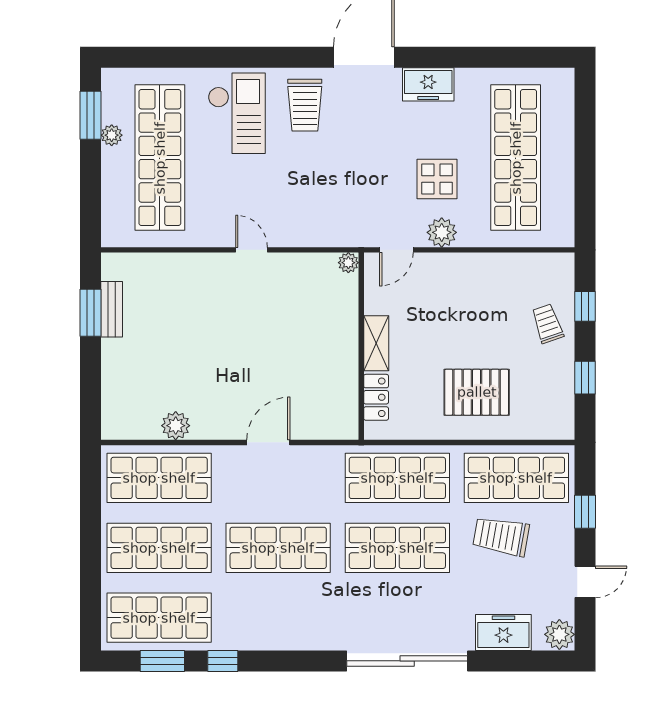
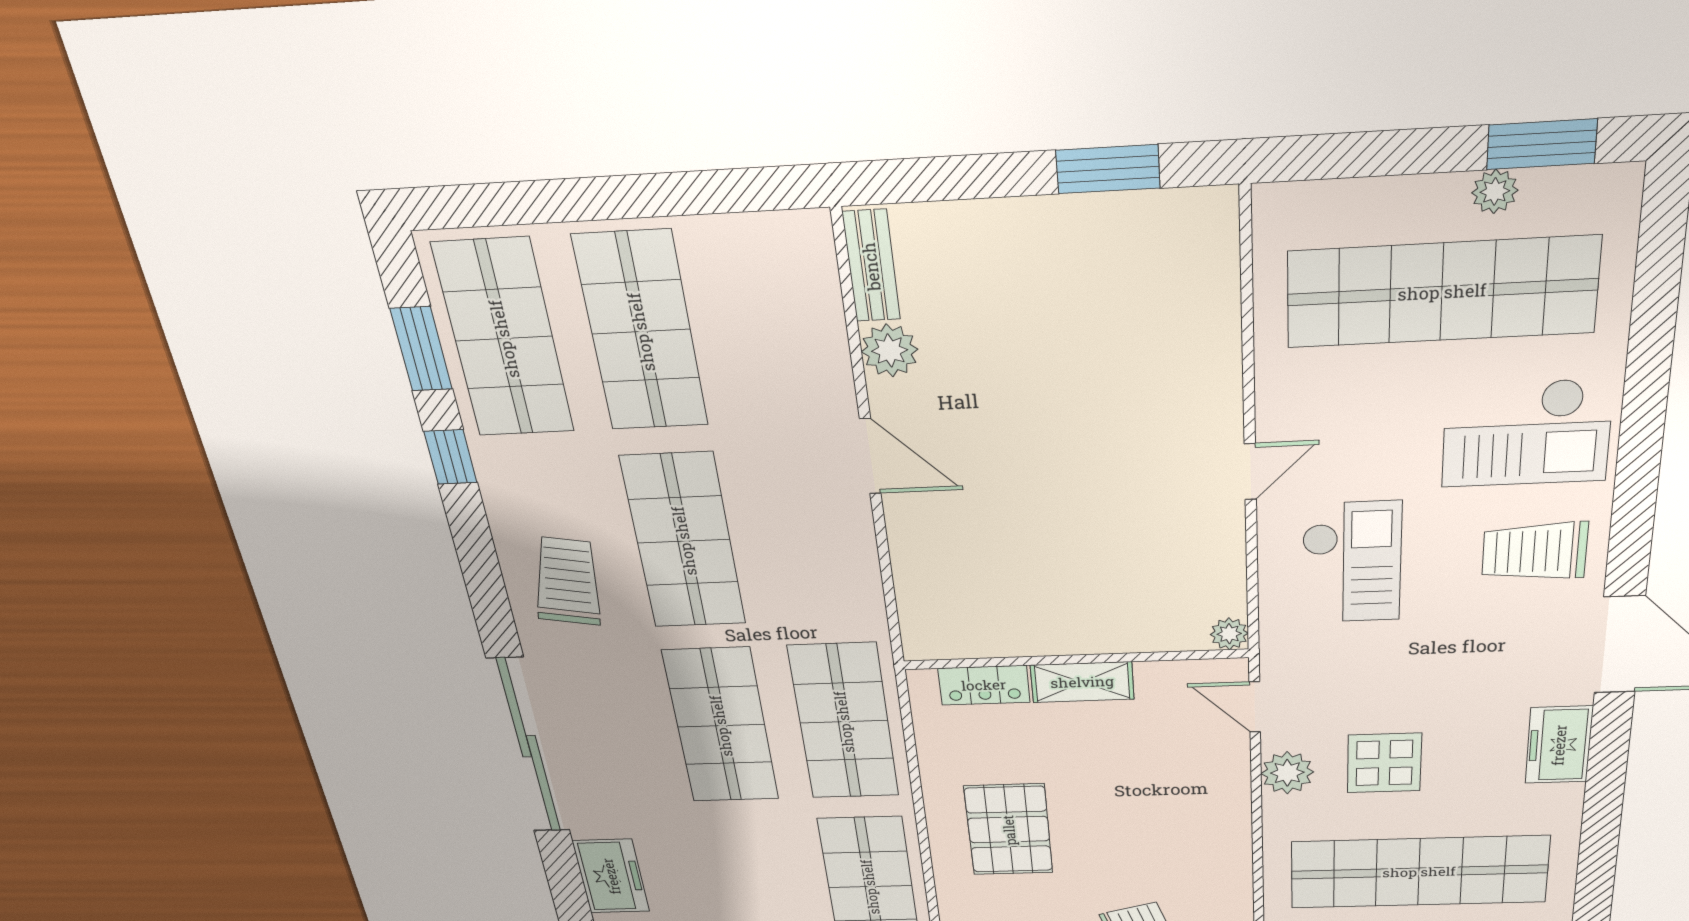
checkout: (307, 199) -> (1351, 562), added
bench: (112, 309) -> (871, 266), moved, turned 90
door: (268, 442) -> (870, 456), moved
shop shelf: (159, 478) -> (780, 324), removed
trolley: (501, 536) -> (568, 581), moved

